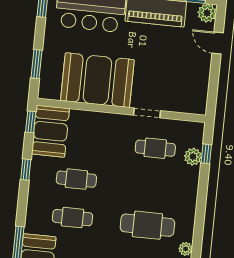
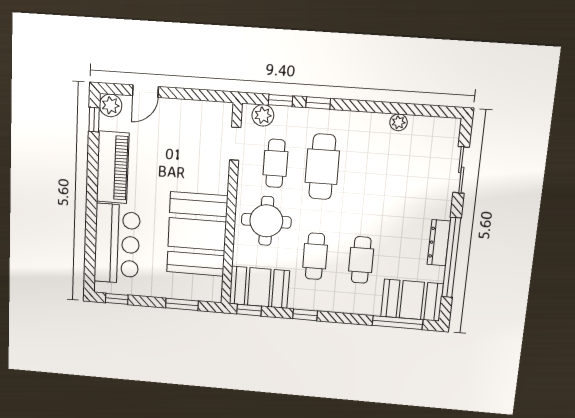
doorway: (147, 113) -> (235, 144), moved
round table: (107, 139) -> (266, 221), added
plant: (193, 157) -> (263, 115), moved
window: (203, 184) -> (318, 103), added
cafe table: (147, 225) -> (322, 167), moved

